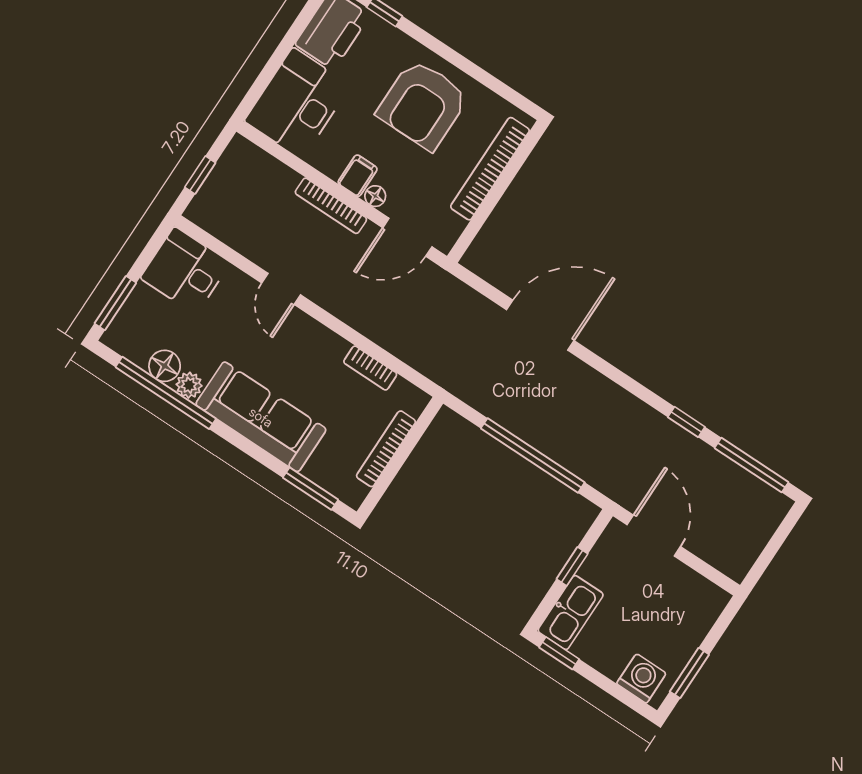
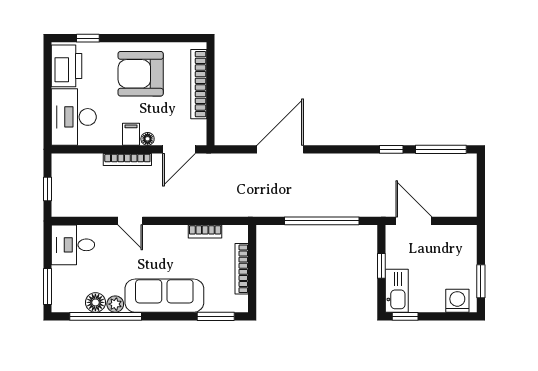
armchair: (423, 105) -> (141, 74), turned 90

